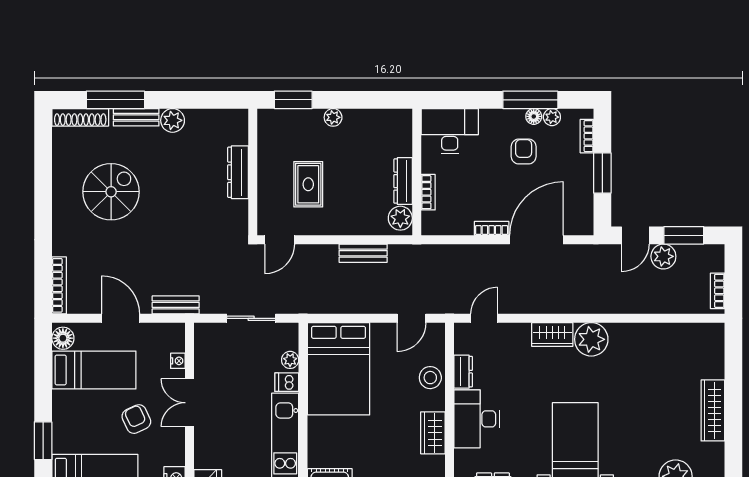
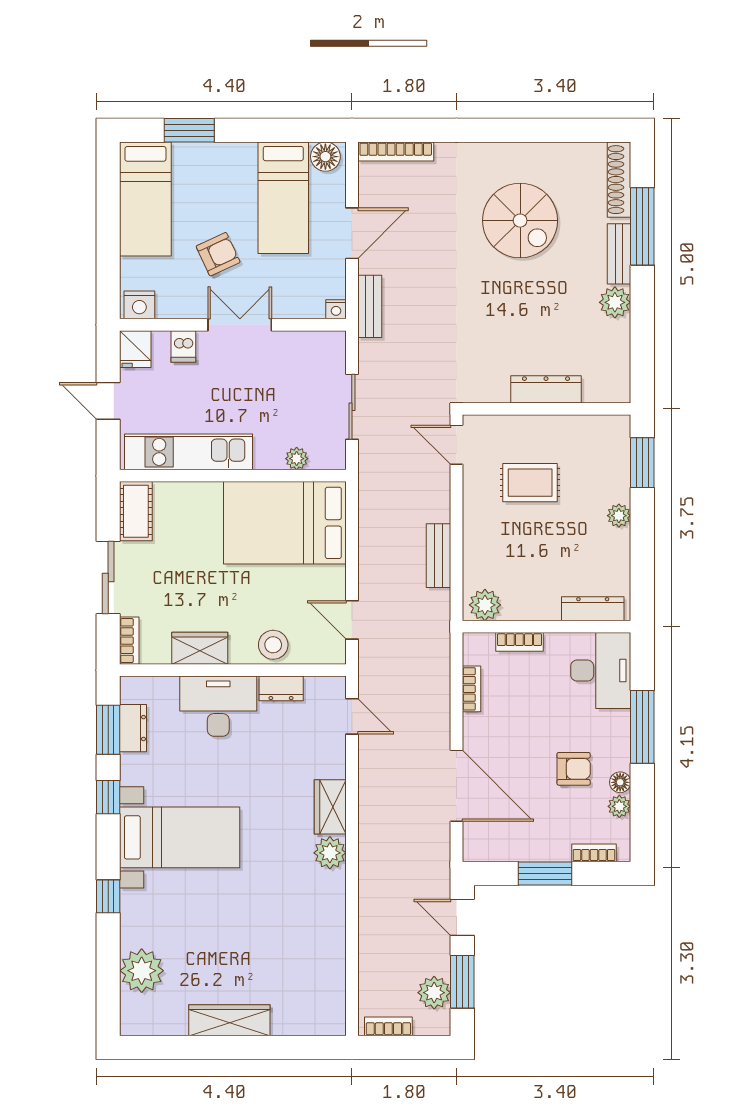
window: (530, 100) -> (642, 727), moved
dresser: (403, 181) -> (593, 609), moved
bookcase: (492, 228) -> (471, 689), moved
plant: (663, 256) -> (434, 993), moved
plant: (591, 339) -> (330, 853), width x0.73, depth x0.73
nightstand: (178, 361) -> (336, 309), moved
dishwasher: (287, 382) -> (183, 346), moved, turned 180

